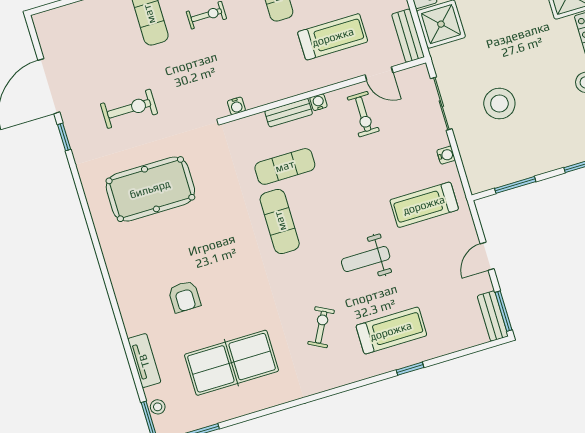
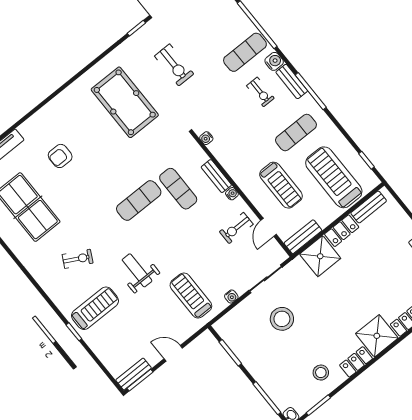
treadmill: (391, 331) -> (95, 308), turned -90

